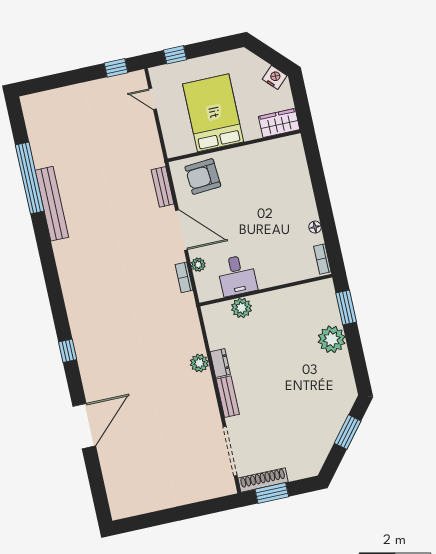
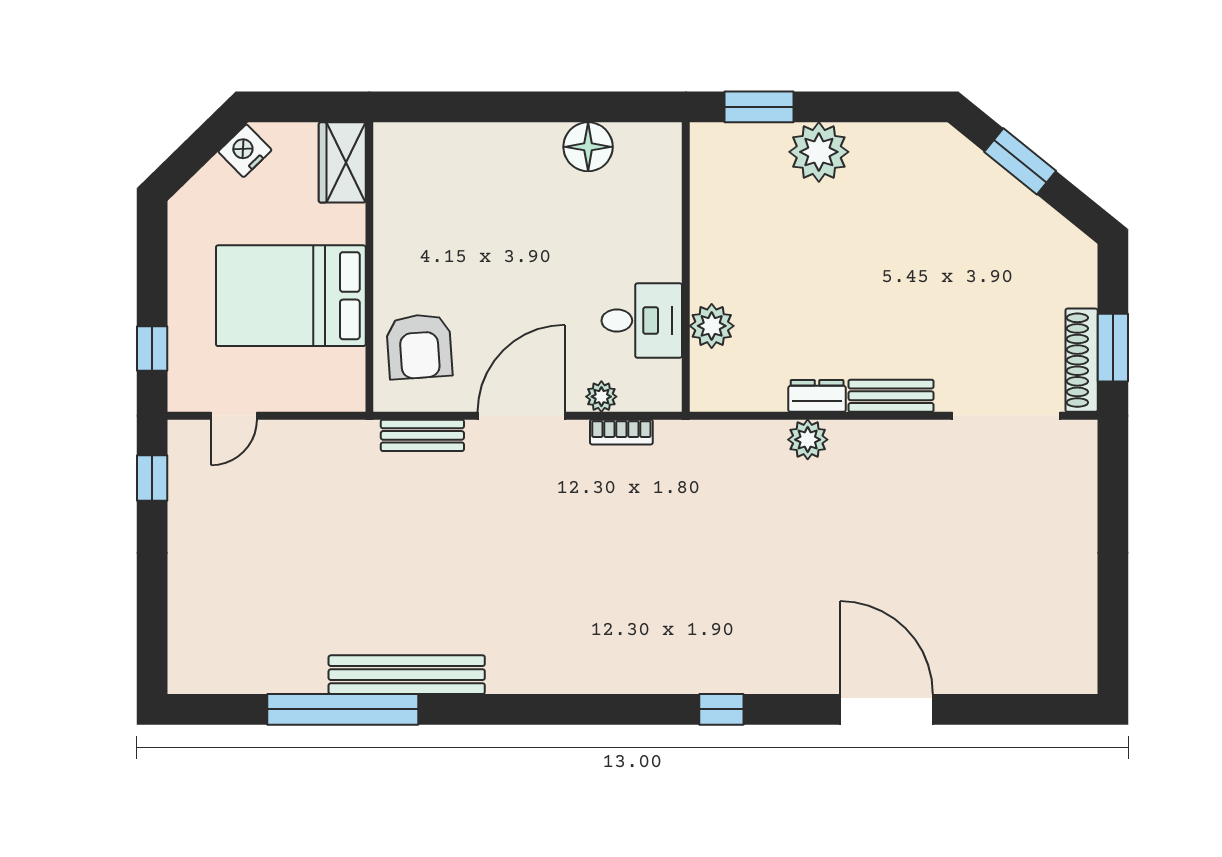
floor lamp: (315, 227) -> (588, 147), width x1.89, depth x1.89
bookcase: (322, 259) -> (647, 135), removed

